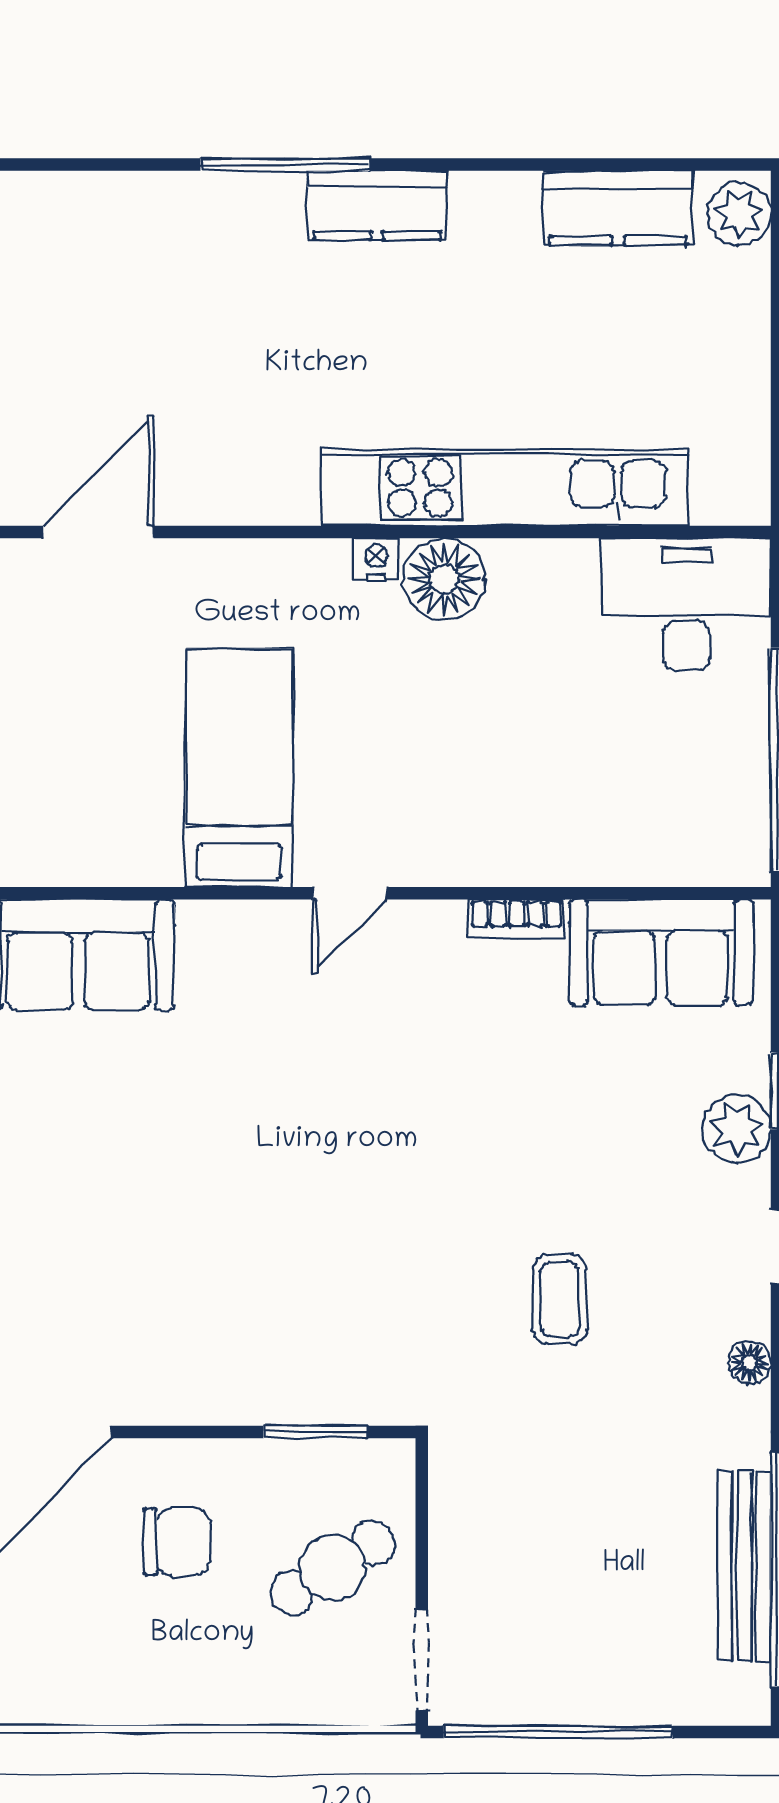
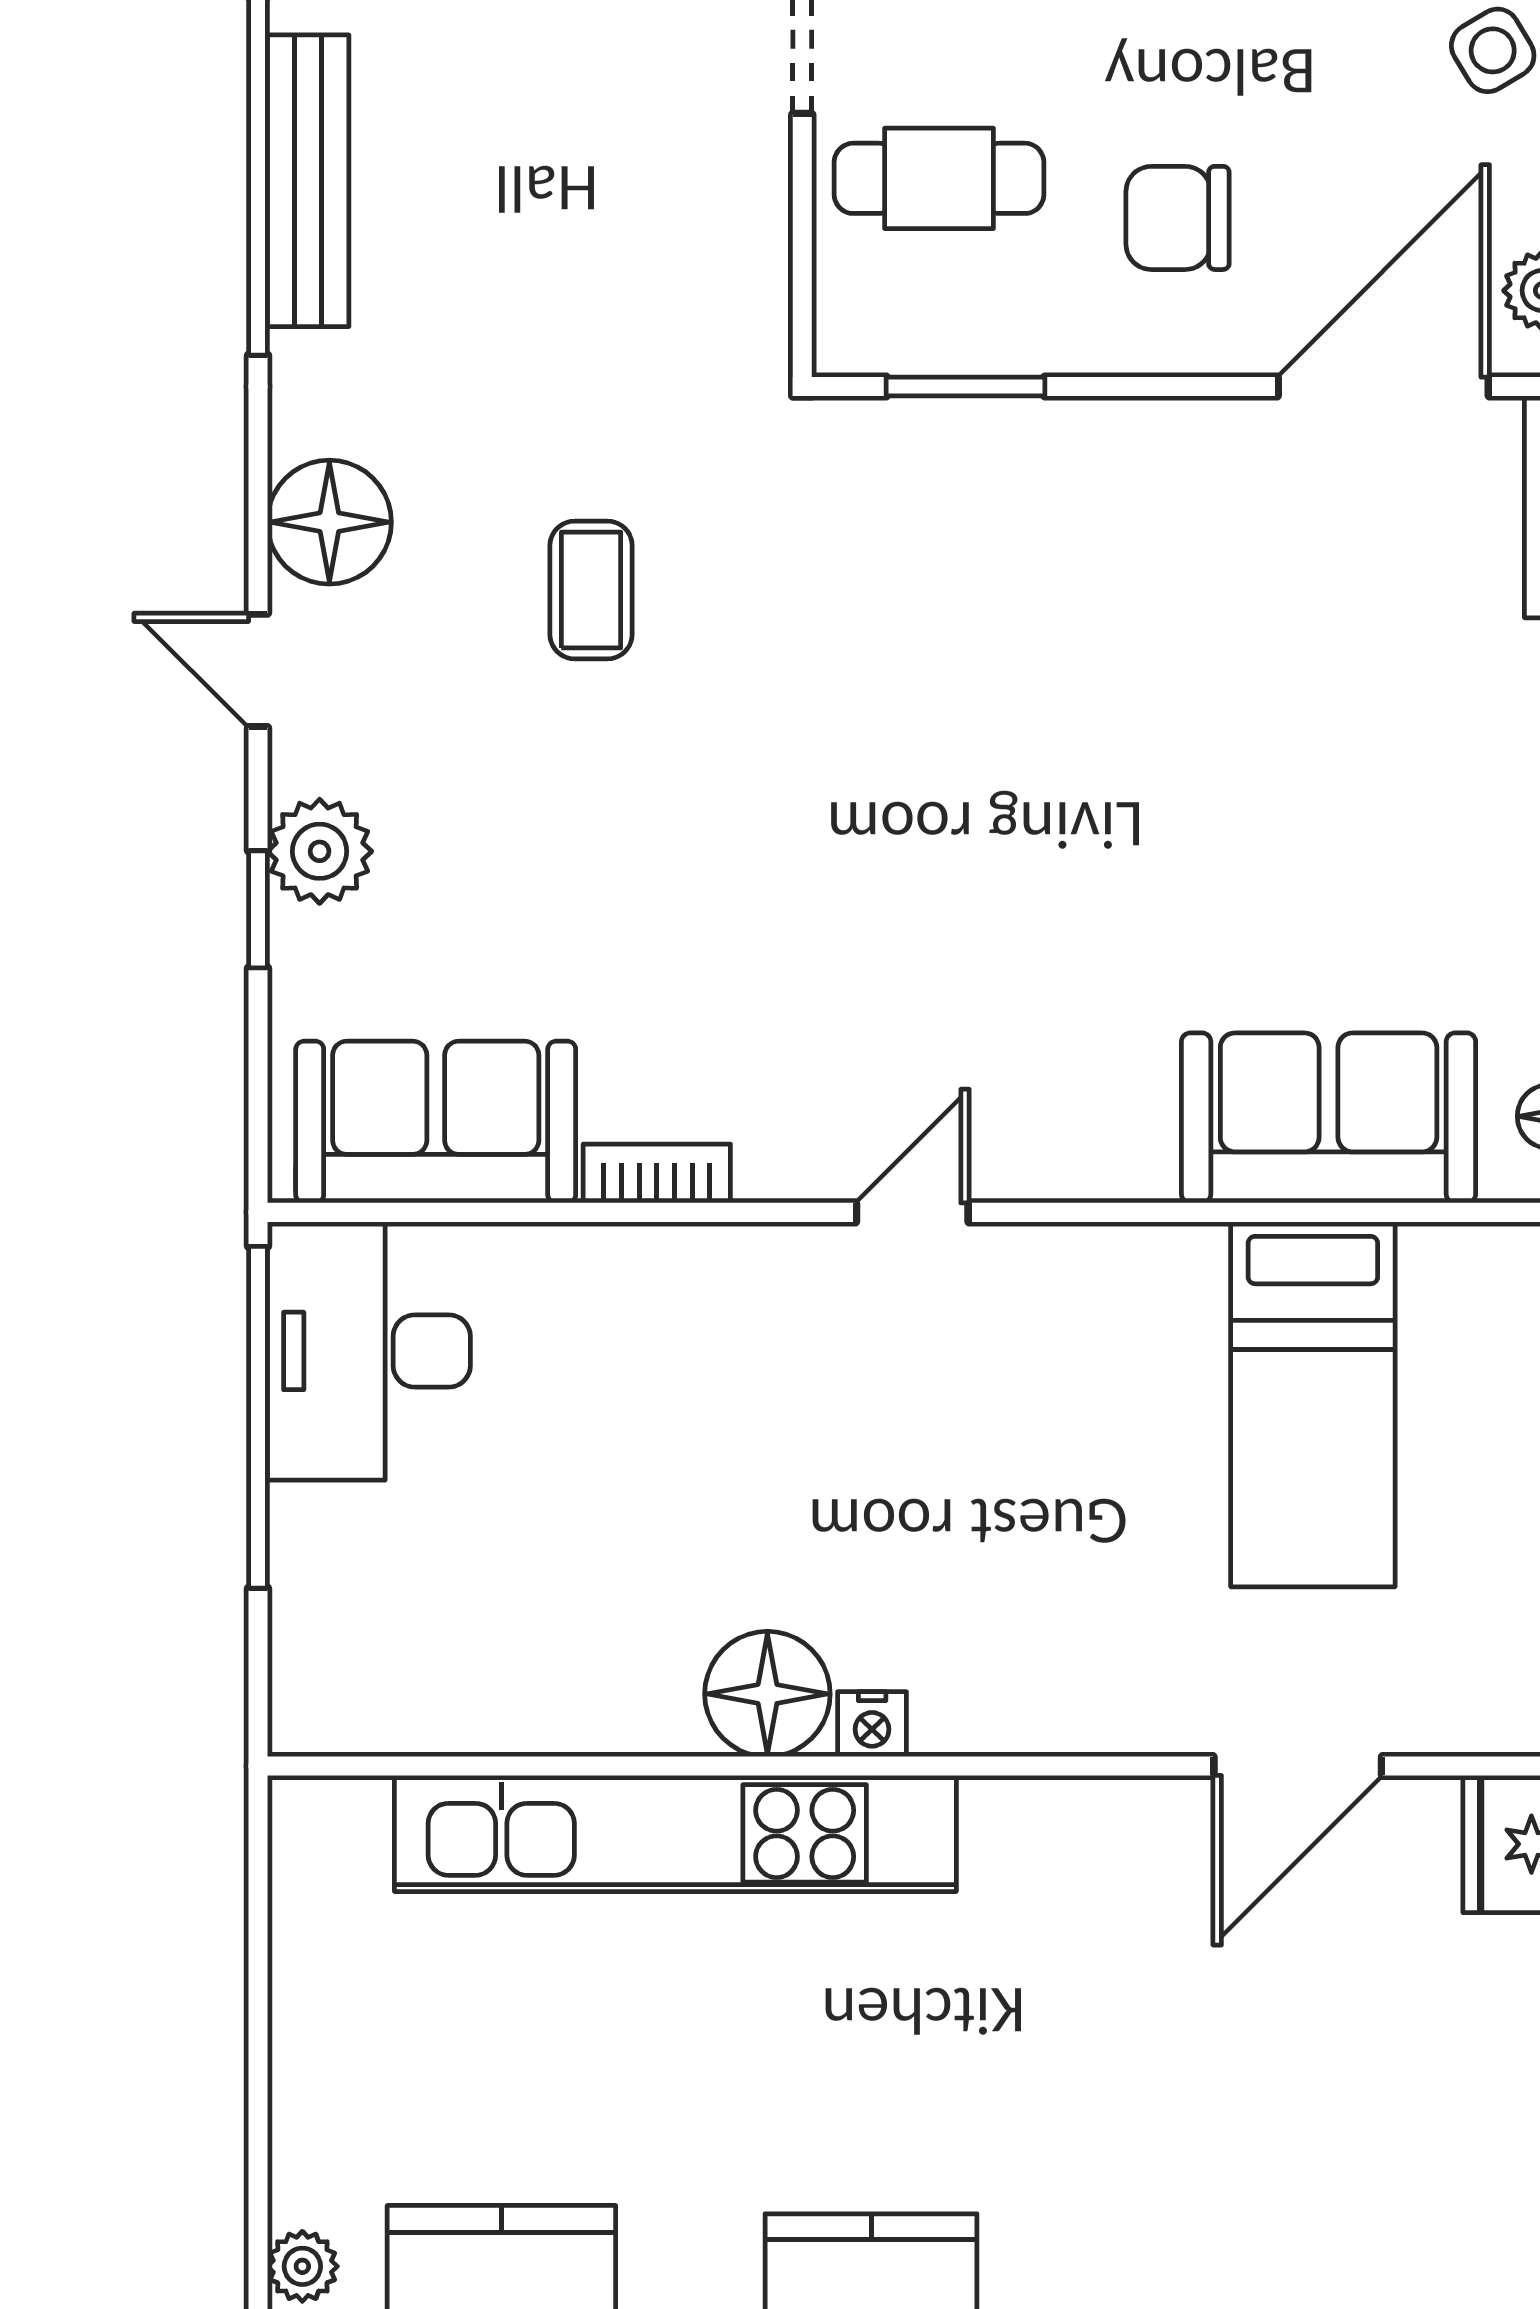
plant: (739, 214) -> (302, 2266), width x0.73, depth x0.73
desk: (686, 604) -> (369, 1351), moved, turned 90
bed: (239, 768) -> (1313, 1404), moved
floor lamp: (749, 1362) -> (329, 522), width x1.89, depth x1.89
cafe table: (332, 1568) -> (939, 178), turned 32

